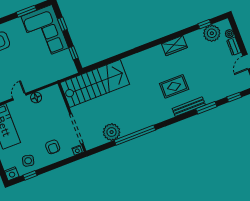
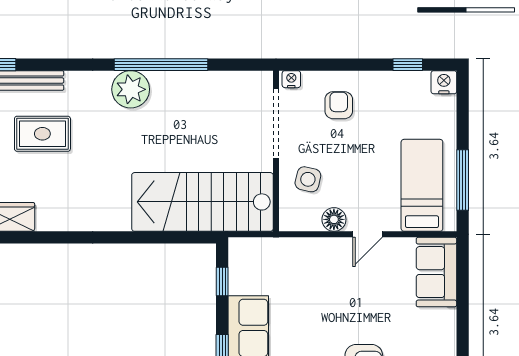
plant: (112, 132) -> (131, 89), moved
side table: (28, 161) -> (308, 179), moved

